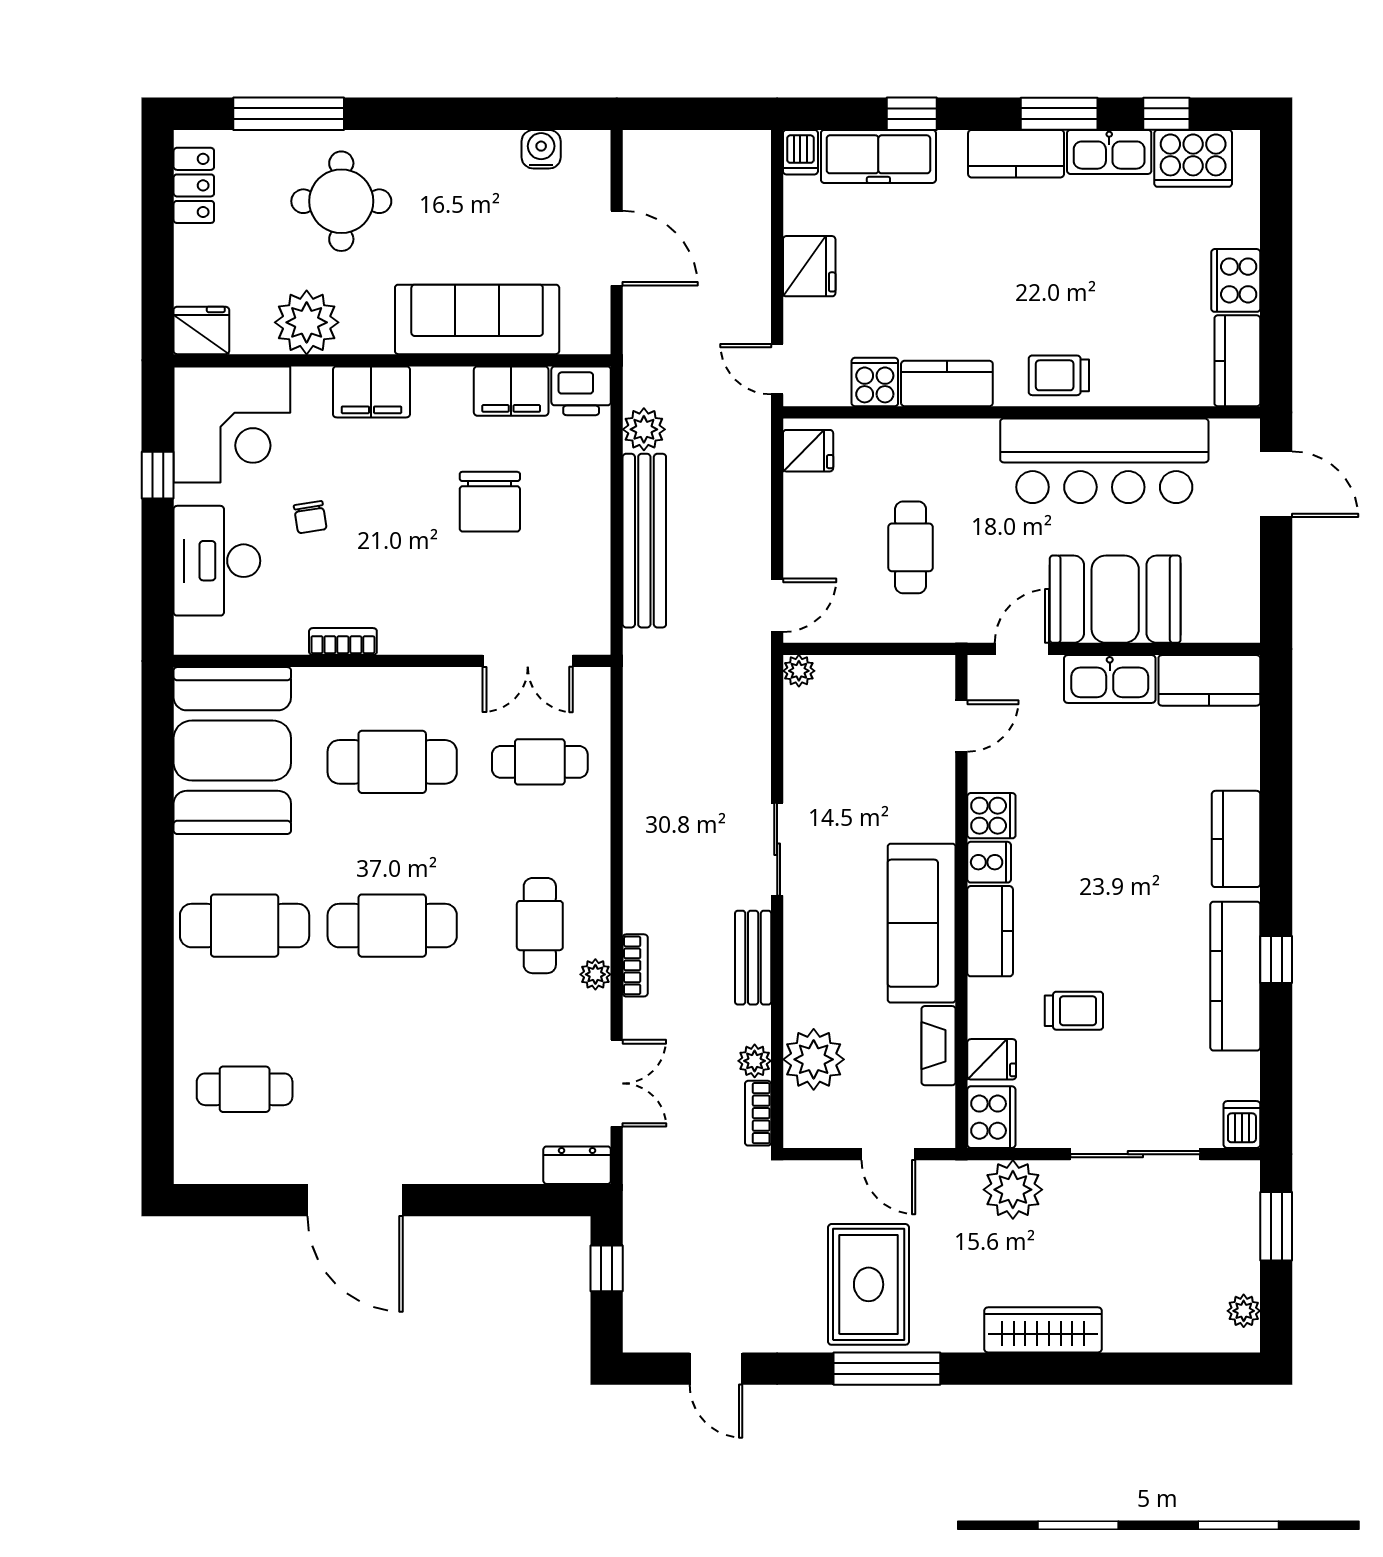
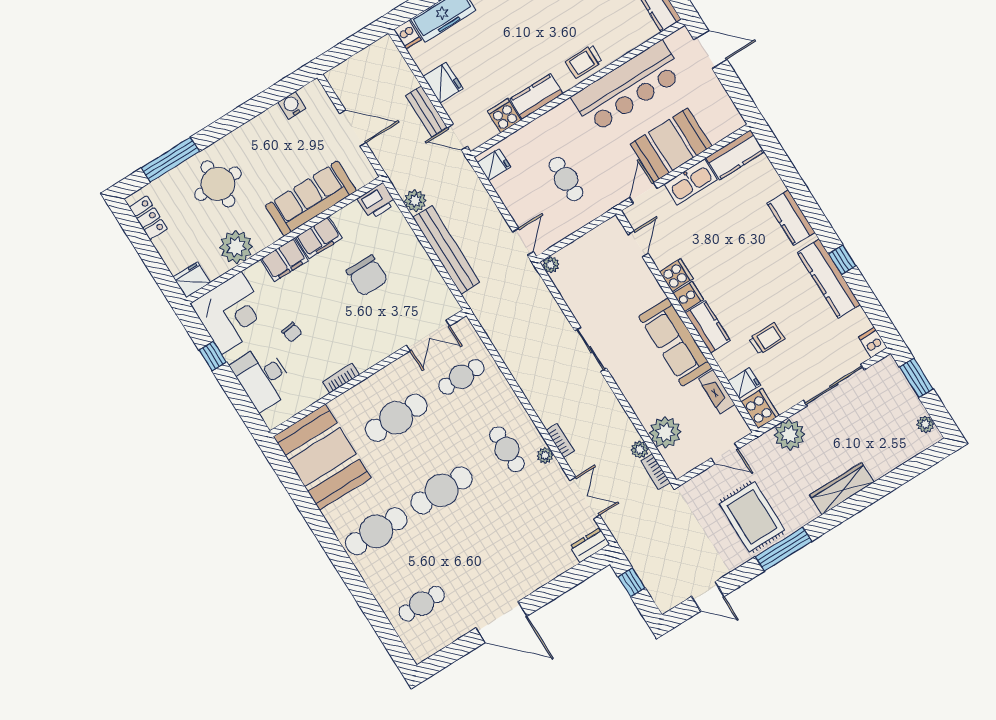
filing cabinet: (511, 391) -> (319, 238), moved
bench: (753, 958) -> (426, 111), moved

